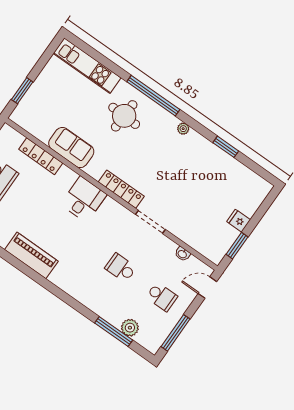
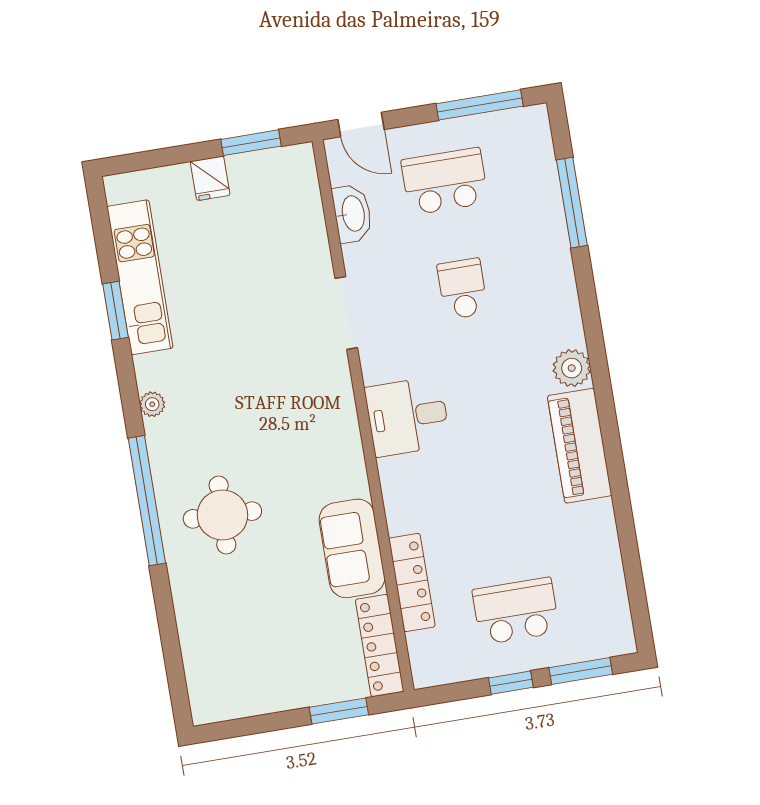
kitchen unit: (87, 66) -> (140, 277), moved
locker: (121, 189) -> (380, 646), moved
desk: (84, 199) -> (408, 416), moved
washbasin: (182, 254) -> (352, 214), width x1.91, depth x1.45
school desk: (121, 268) -> (463, 289), turned 180
school desk: (162, 297) -> (445, 181), width x1.85
plant: (130, 328) -> (572, 368), moved

